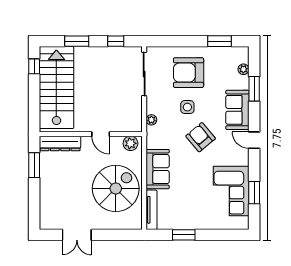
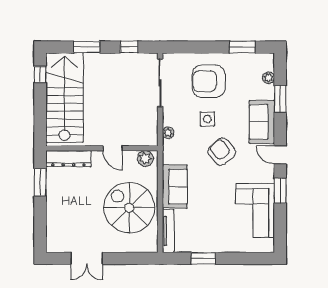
spiral stairs: (116, 188) -> (129, 208), turned -90
window: (254, 193) -> (280, 191), moved

